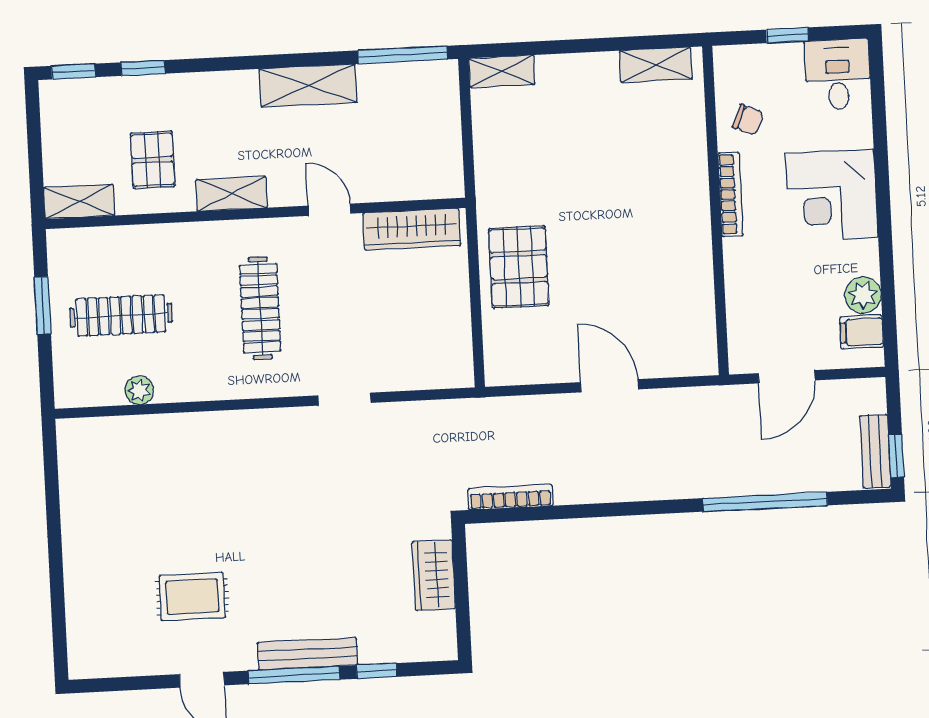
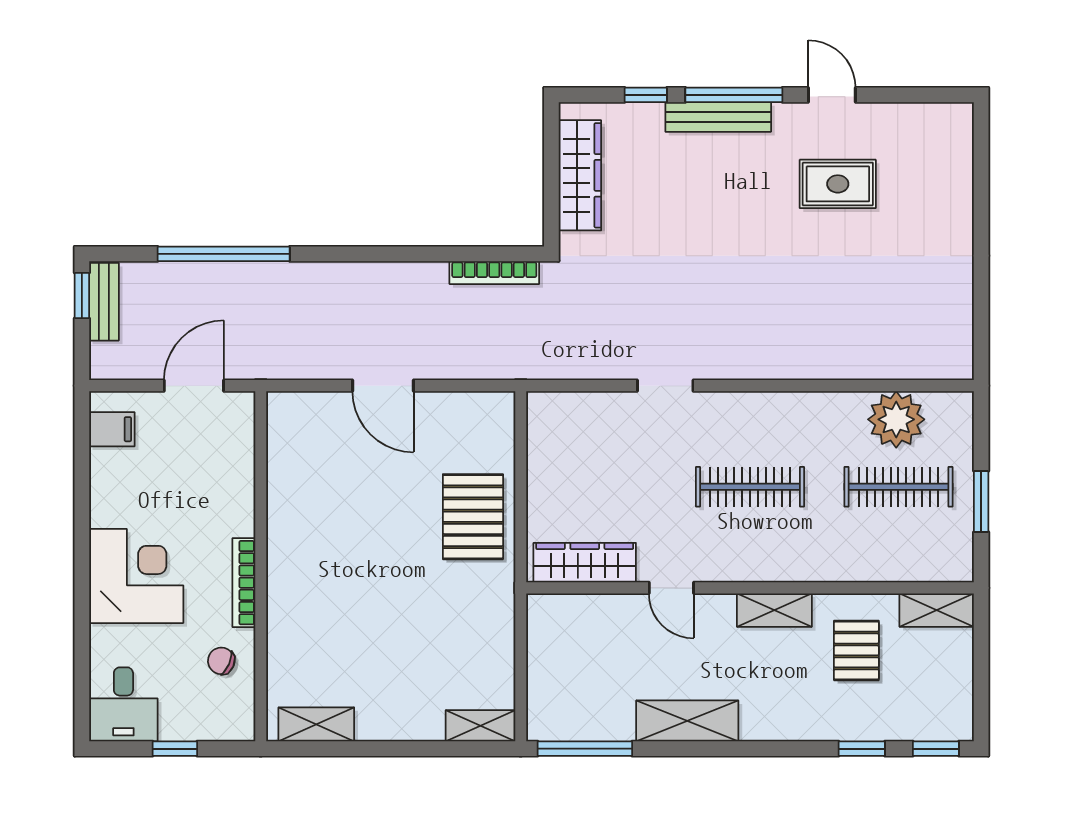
plant: (863, 295) -> (108, 468), removed
clothes rail: (260, 308) -> (750, 487), turned 90
plant: (139, 390) -> (896, 419), width x1.87, depth x1.87
wardrobe: (434, 575) -> (580, 175), width x1.50

